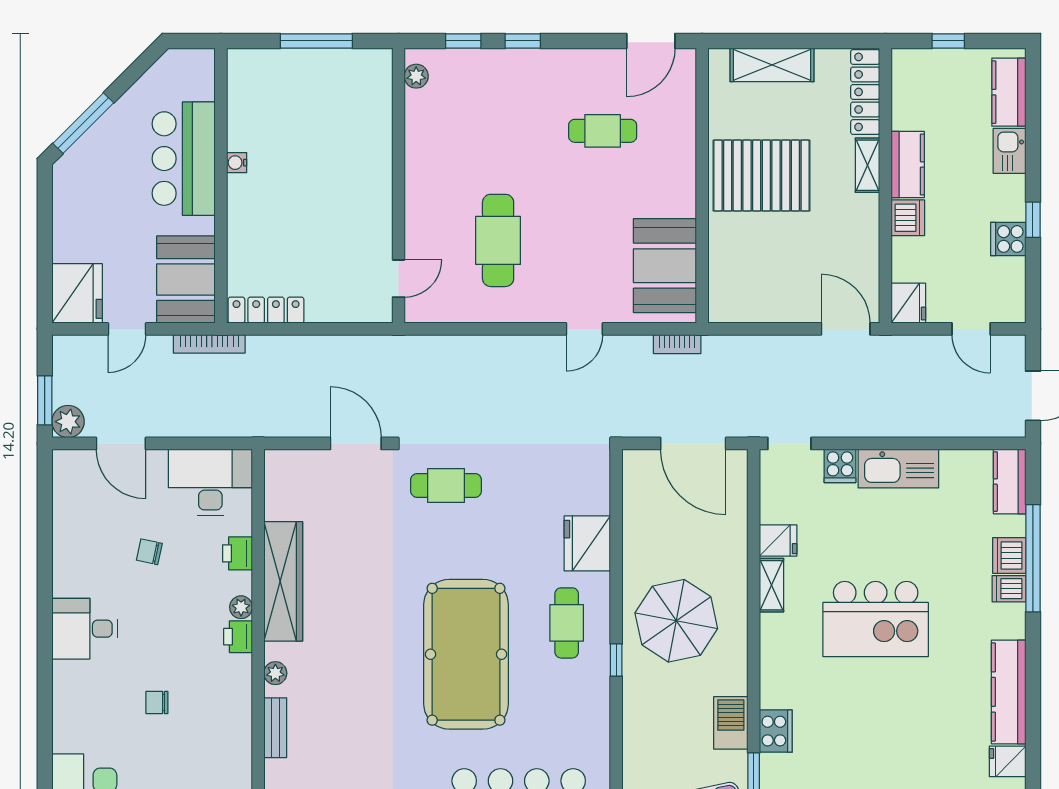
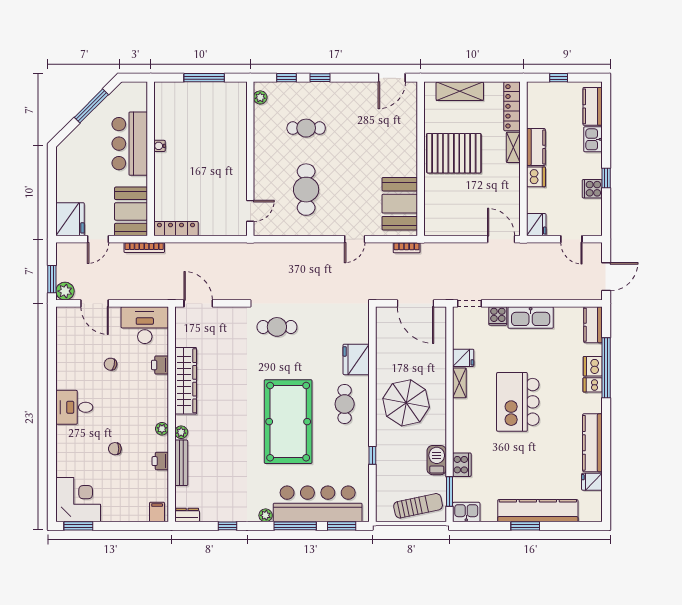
window: (83, 123) -> (91, 106), moved
cafe table: (603, 131) -> (306, 128), moved
door: (356, 443) -> (198, 303), moved
plant: (241, 607) -> (162, 429), moved
kitchen island: (876, 619) -> (518, 402), turned 90
printer: (238, 637) -> (160, 461), moved
window: (616, 660) -> (372, 455), moved
bench: (275, 728) -> (181, 463), width x1.36

